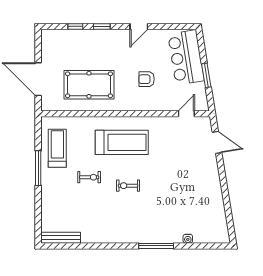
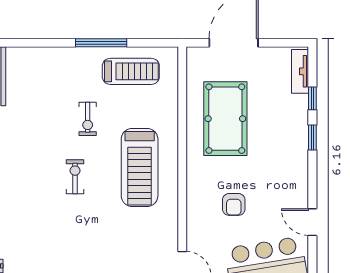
door: (139, 26) -> (312, 222), moved
tv unit: (57, 35) -> (300, 71), added
armchair: (147, 79) -> (234, 204), turned 180

